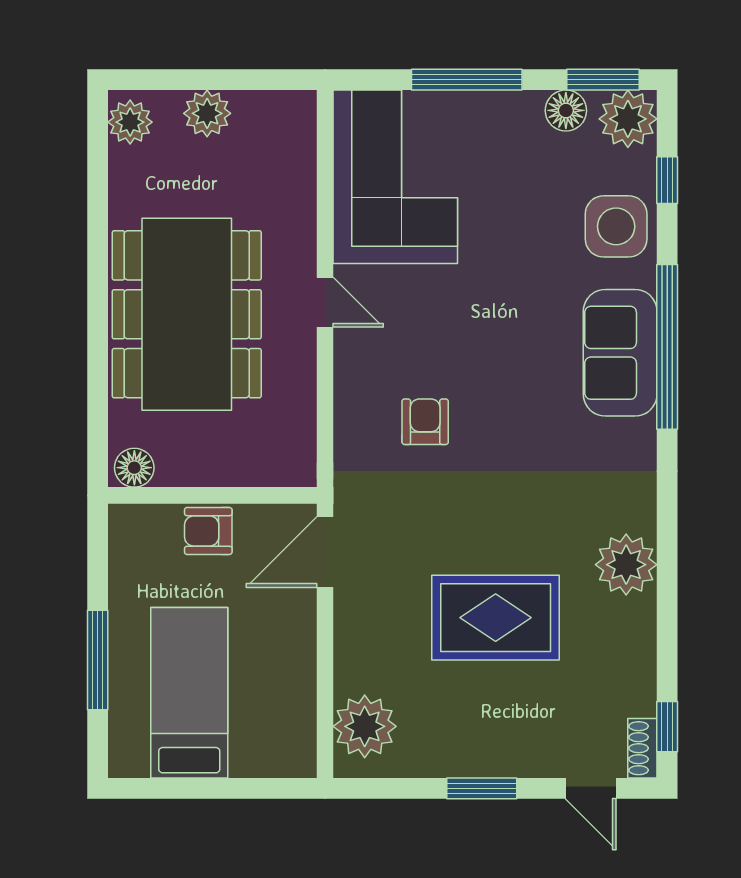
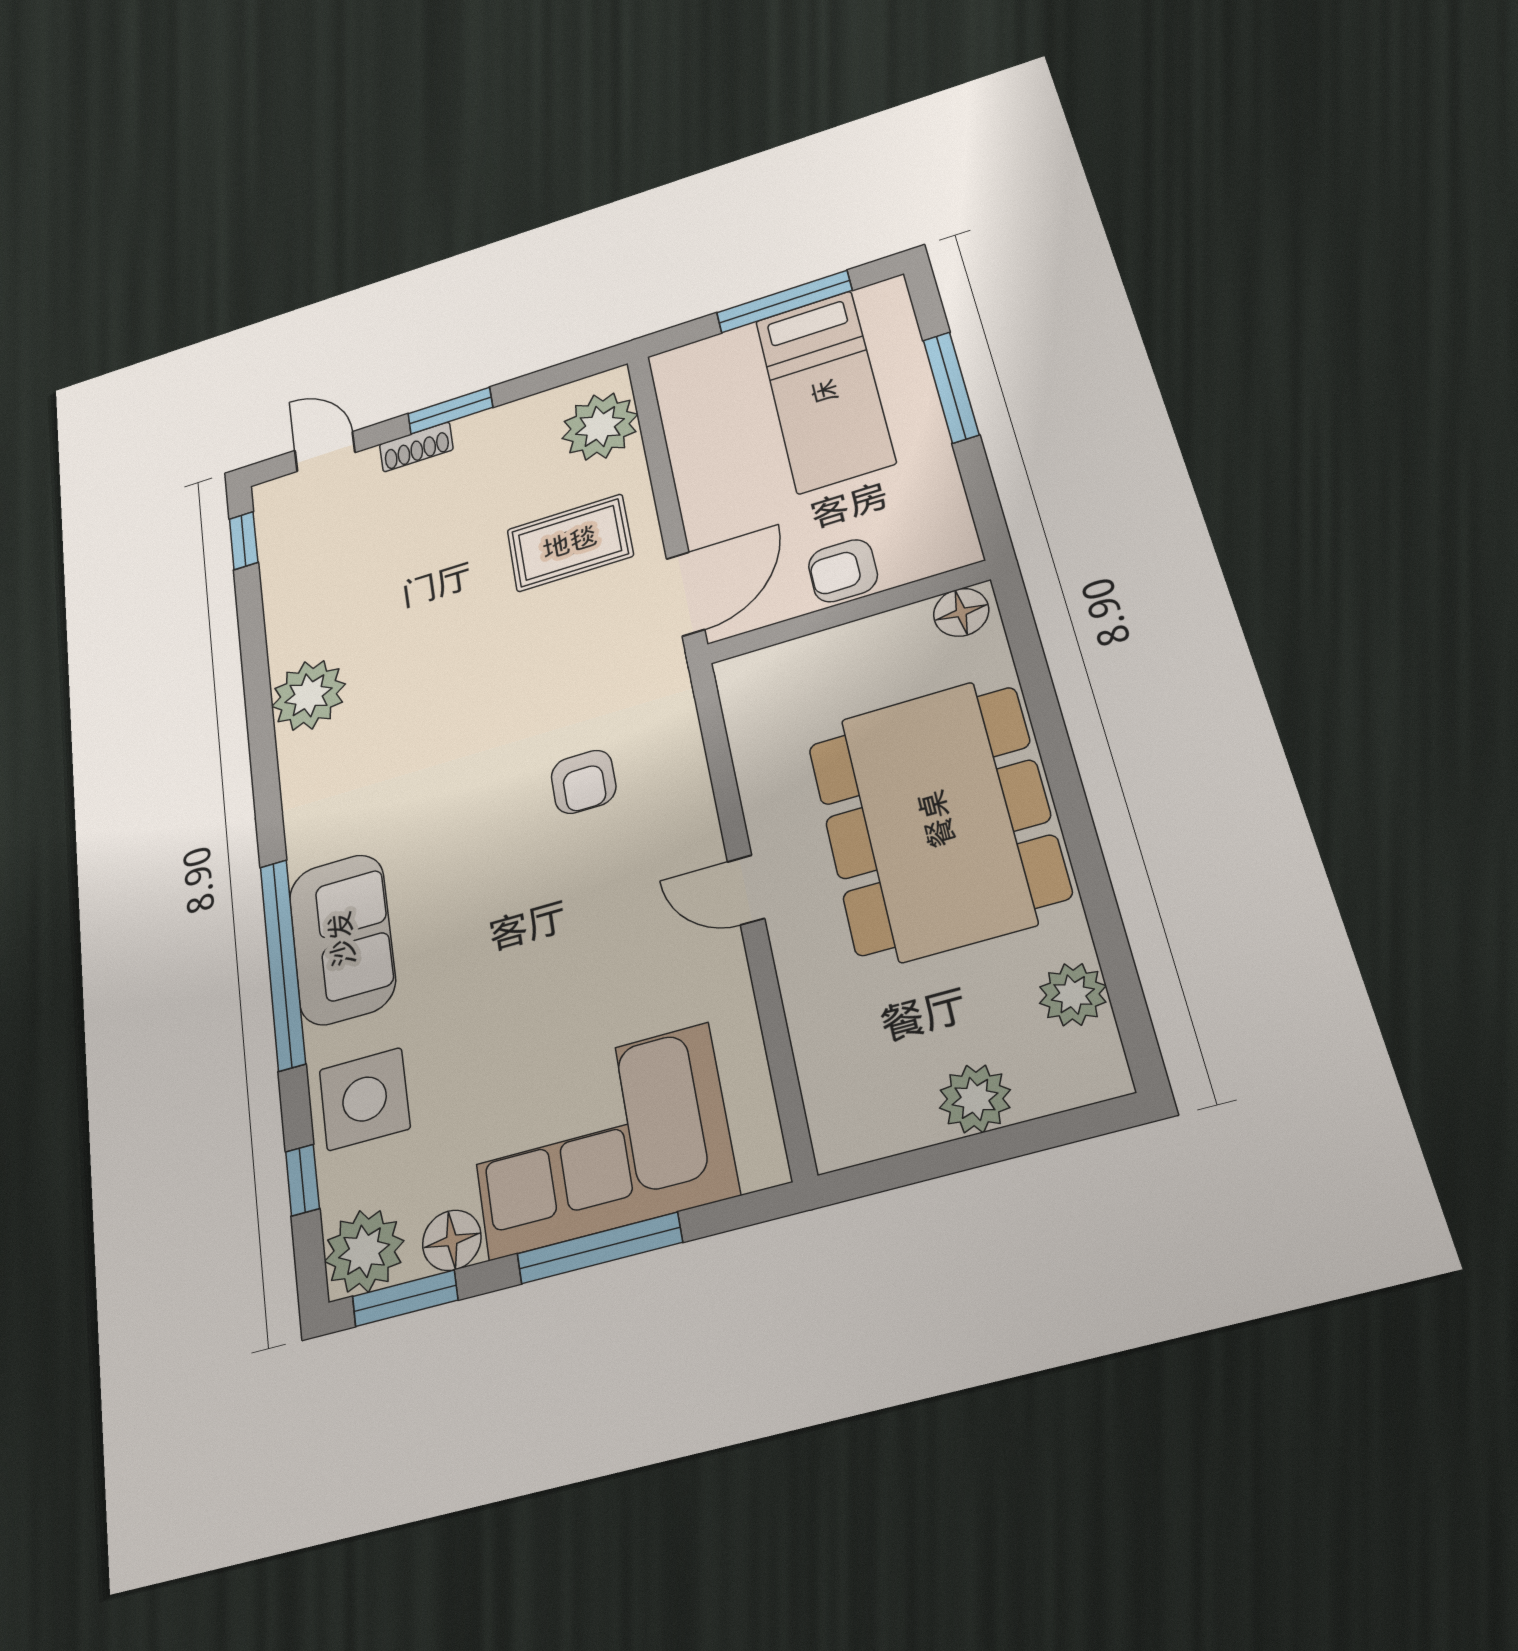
plant: (130, 122) -> (1073, 995), moved
corner sofa: (395, 177) -> (600, 1140), moved, turned 90
armchair: (208, 531) -> (843, 571), turned 180
rug: (496, 618) -> (570, 543), moved, width x0.73, depth x0.70
shoe rack: (642, 748) -> (416, 447), moved, turned 90
window: (203, 788) -> (784, 302), added

